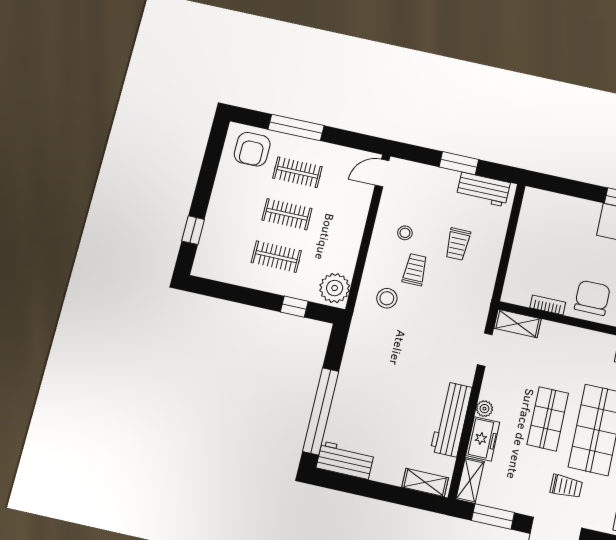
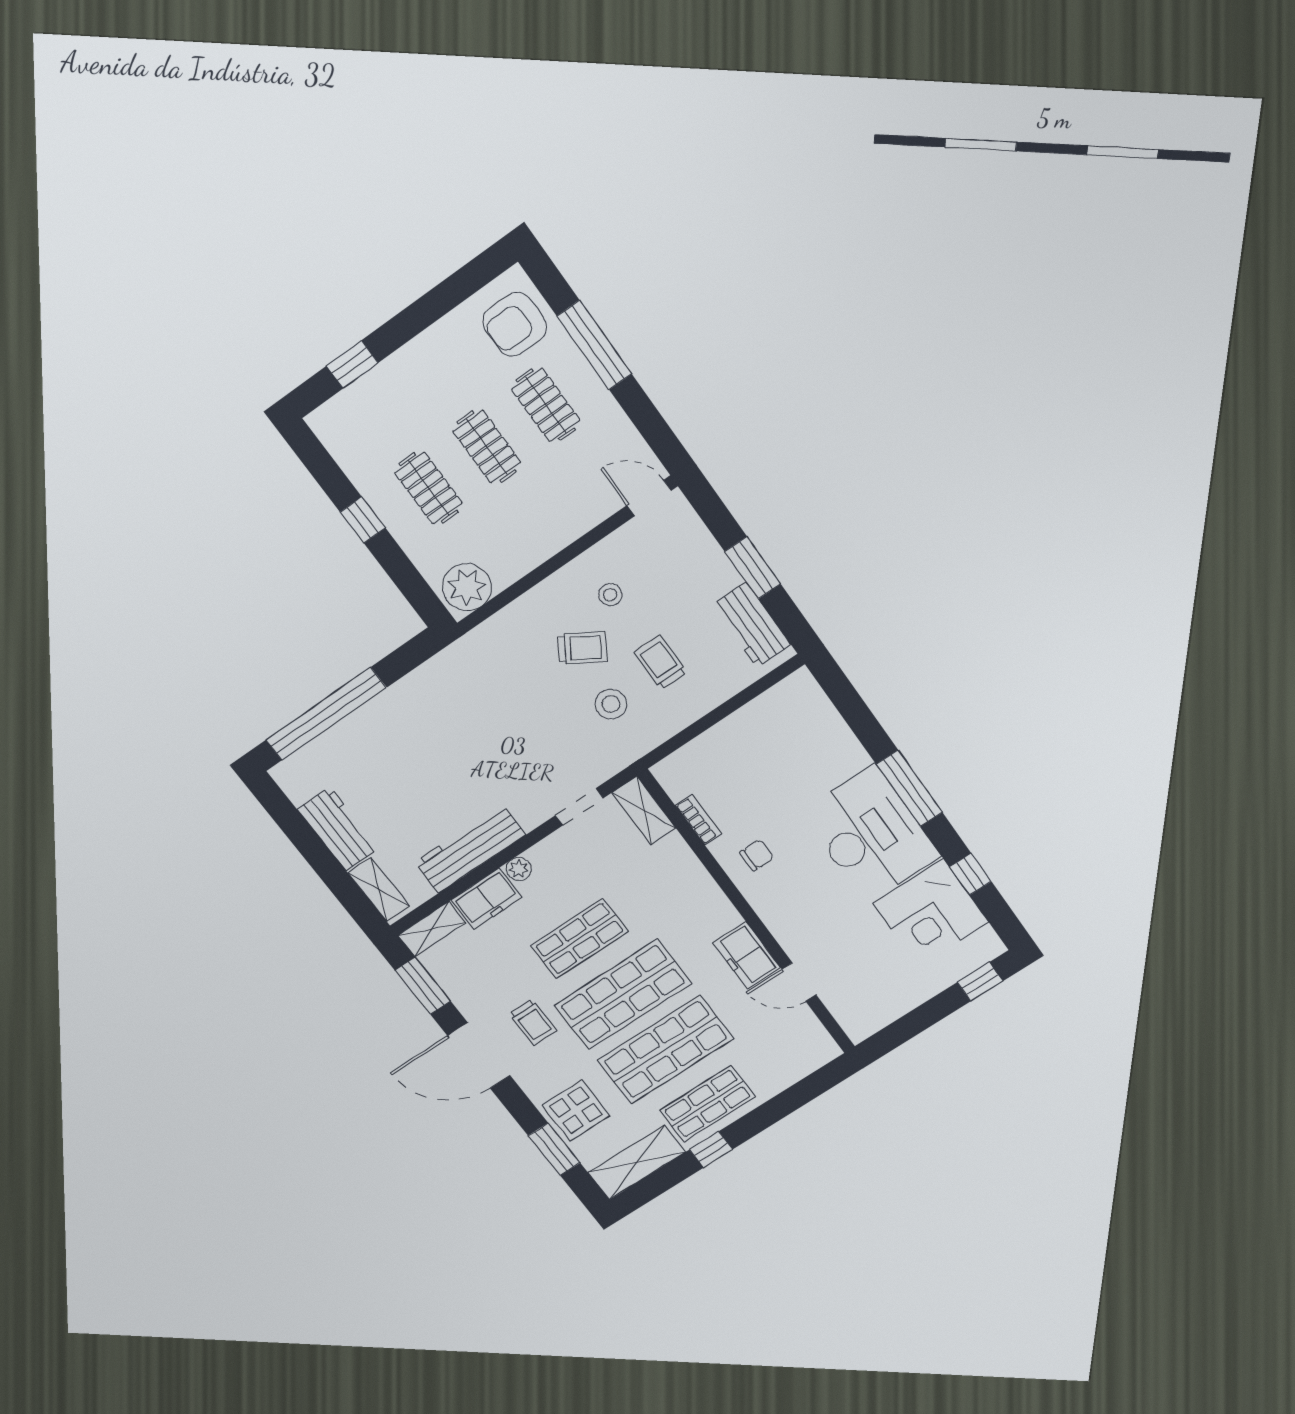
trolley: (458, 244) -> (660, 662), turned 90
trolley: (415, 270) -> (582, 648), turned 32
stool: (387, 298) -> (611, 704), moved
chair: (592, 298) -> (757, 855), width x0.54, depth x0.54
window: (294, 307) -> (363, 520), moved
workbench: (345, 460) -> (338, 829), moved

